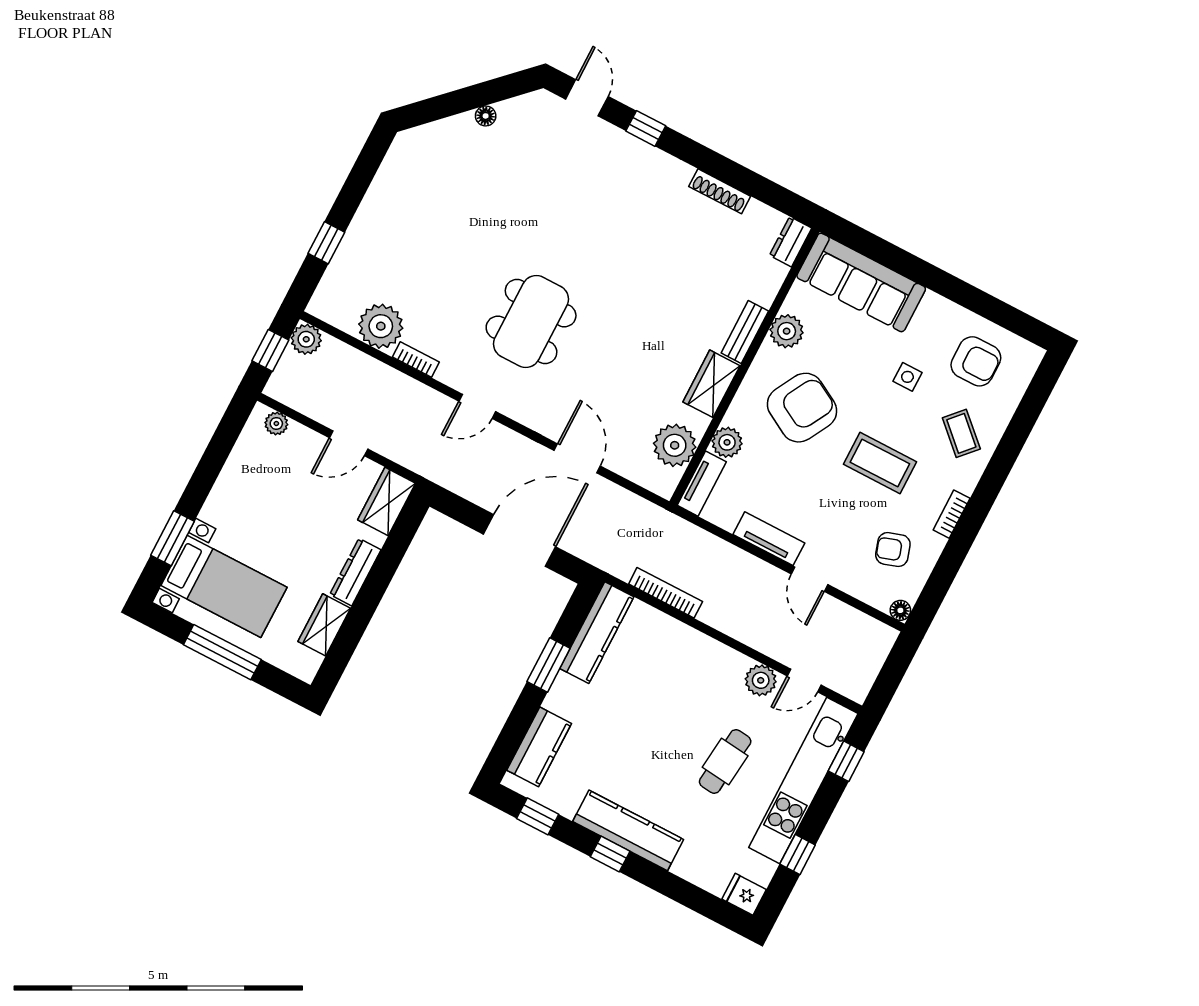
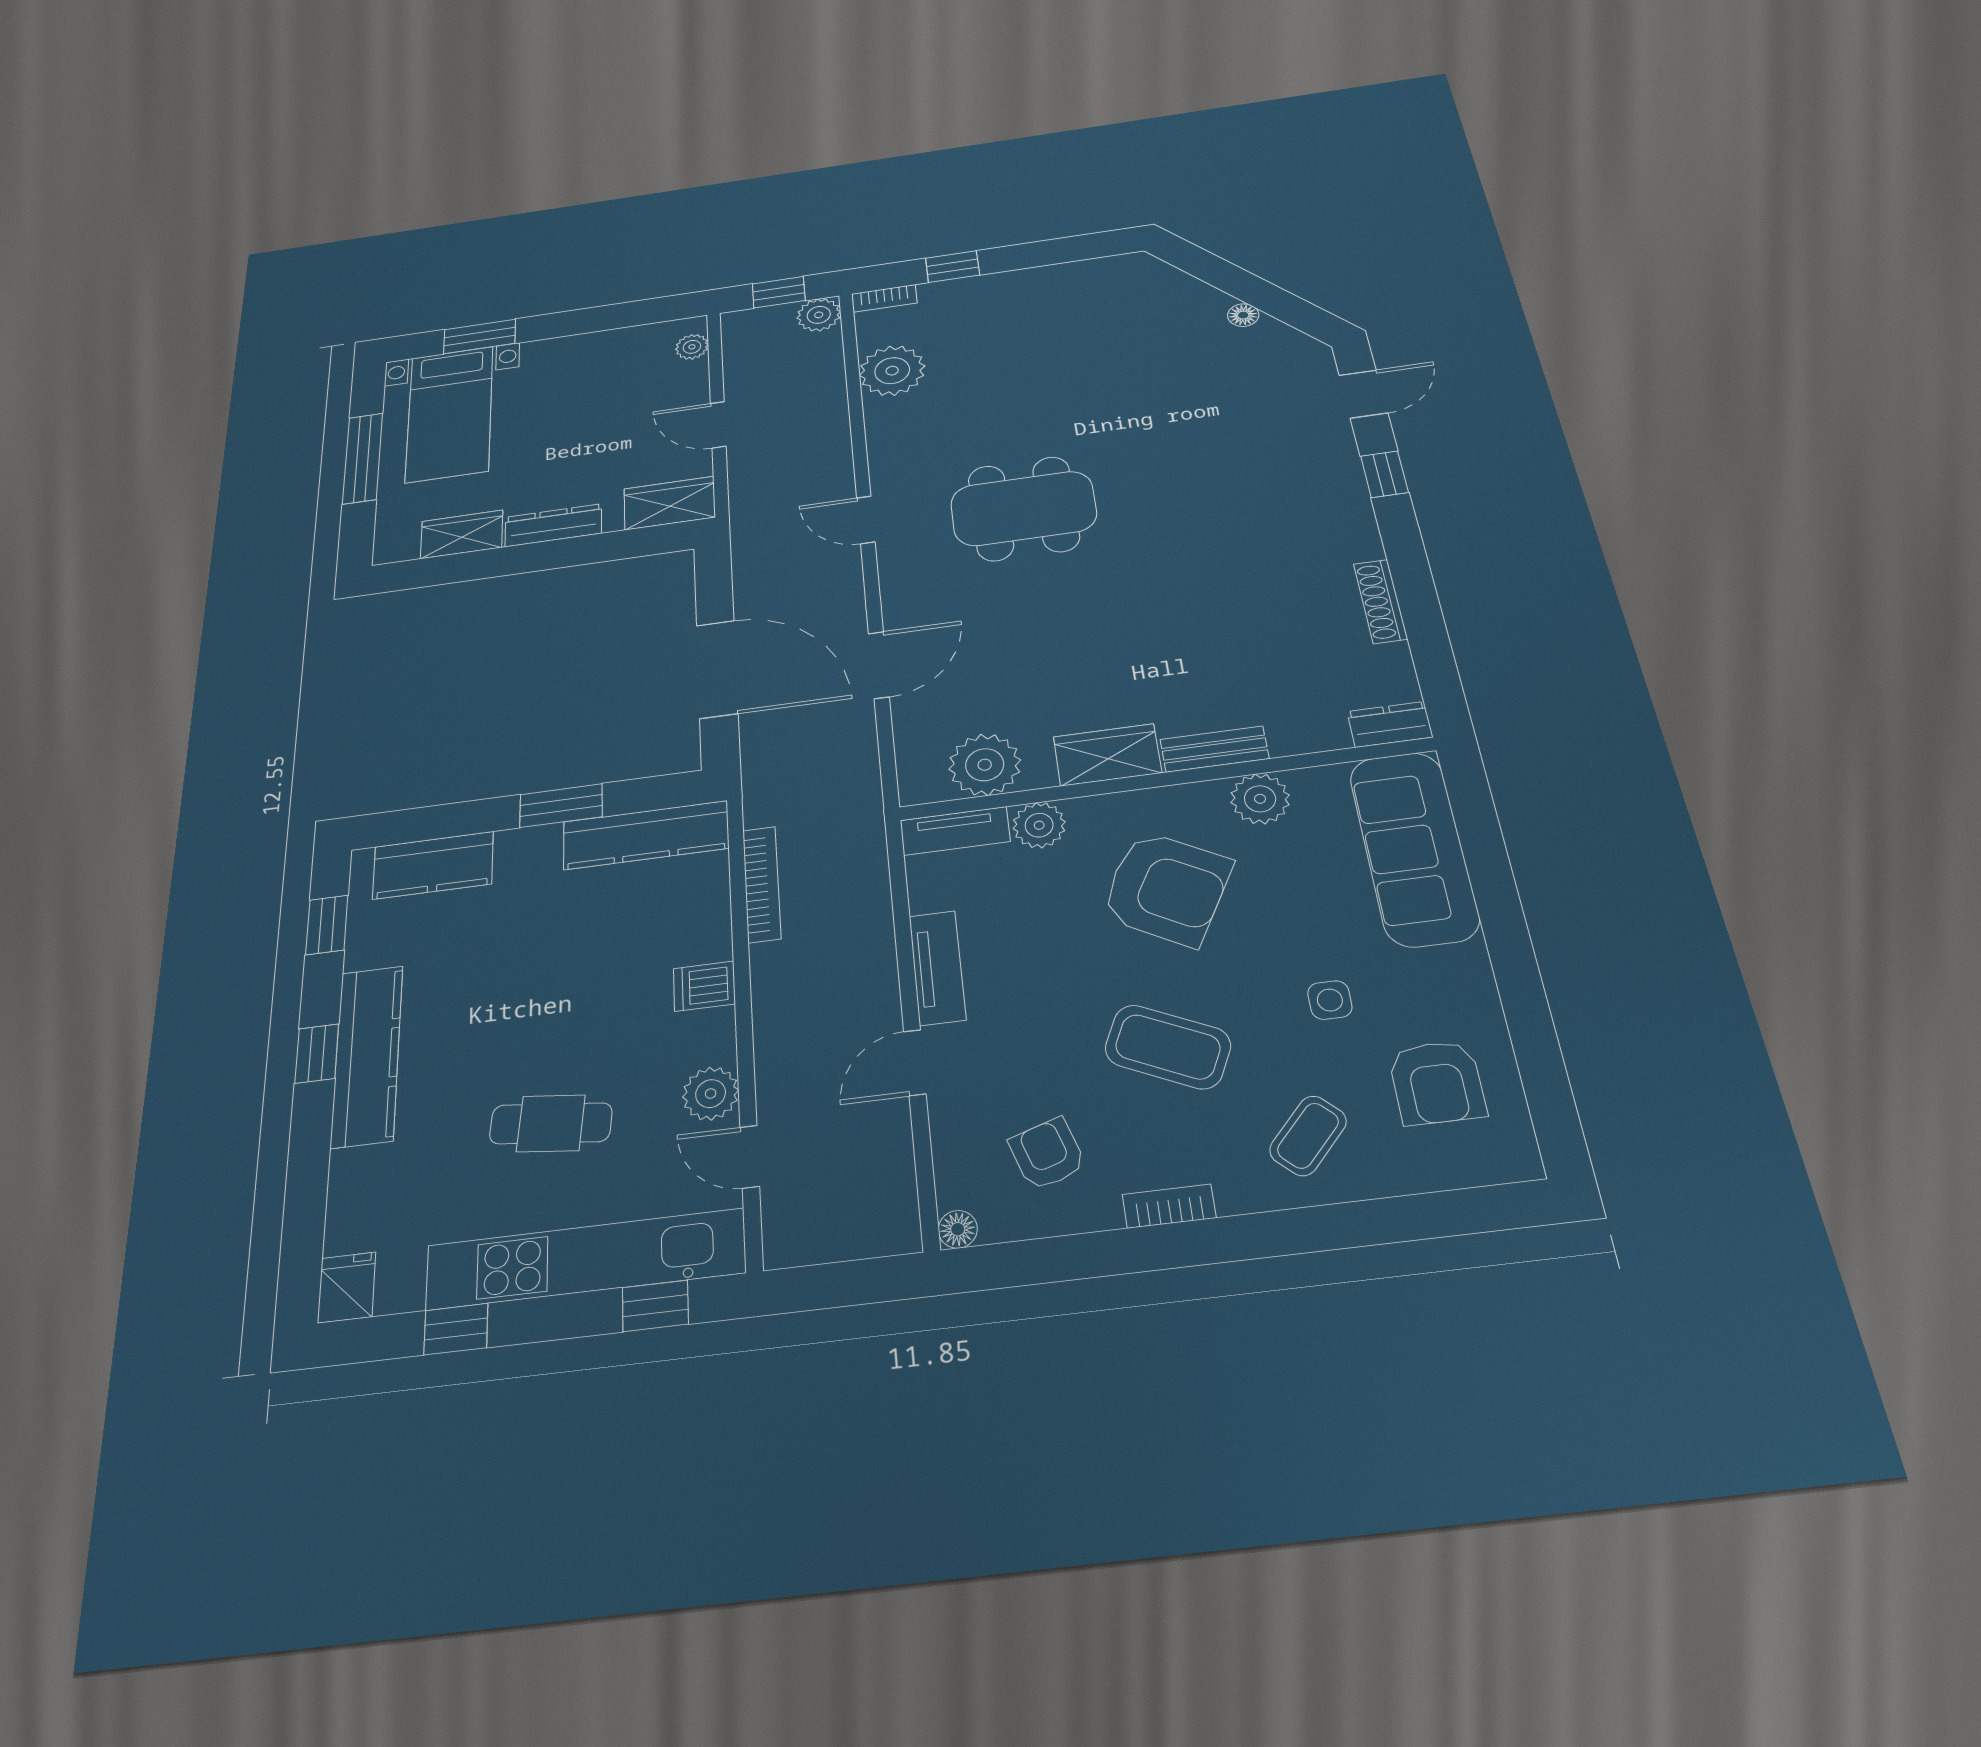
bookcase: (416, 360) -> (884, 298), moved, turned 90
coffee table: (880, 463) -> (1168, 1047), turned -65
dishwasher: (703, 652) -> (704, 986), added

